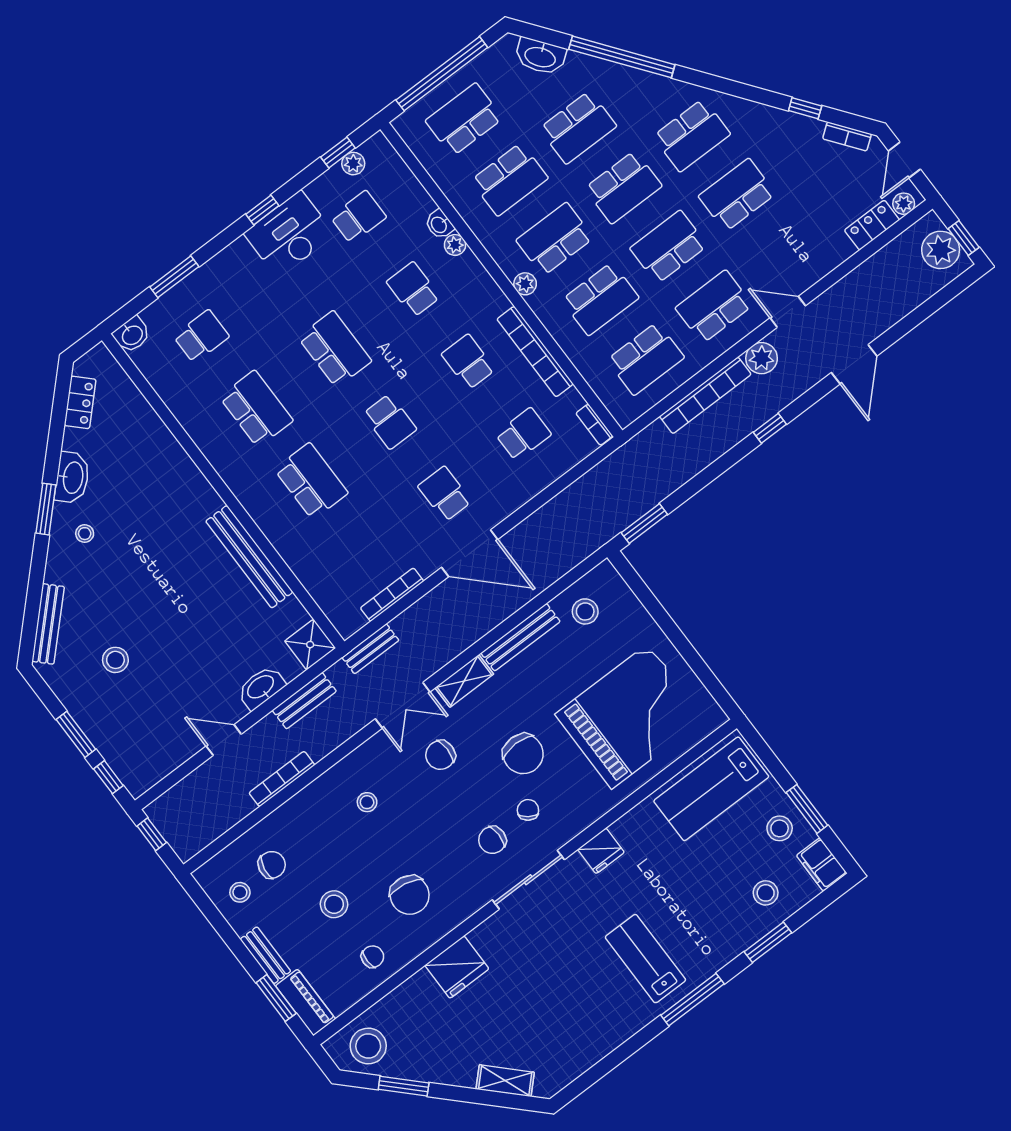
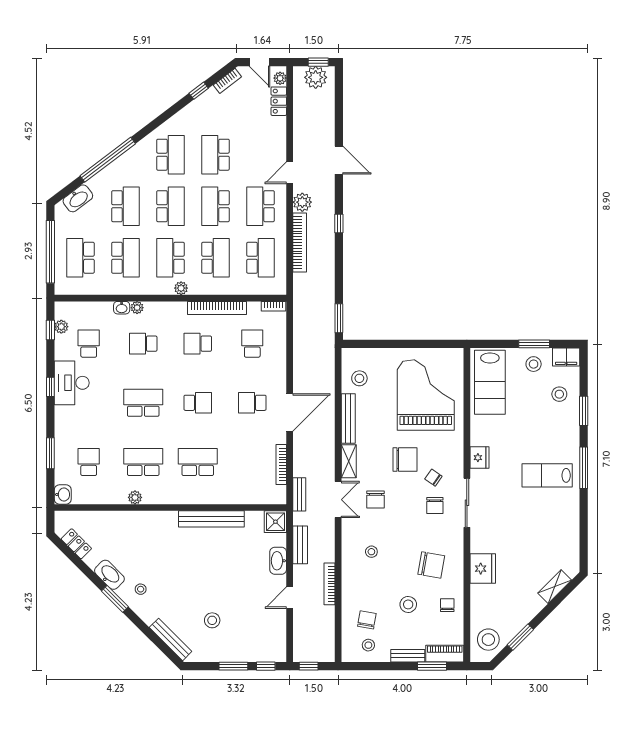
plant: (201, 433) -> (135, 497), added

